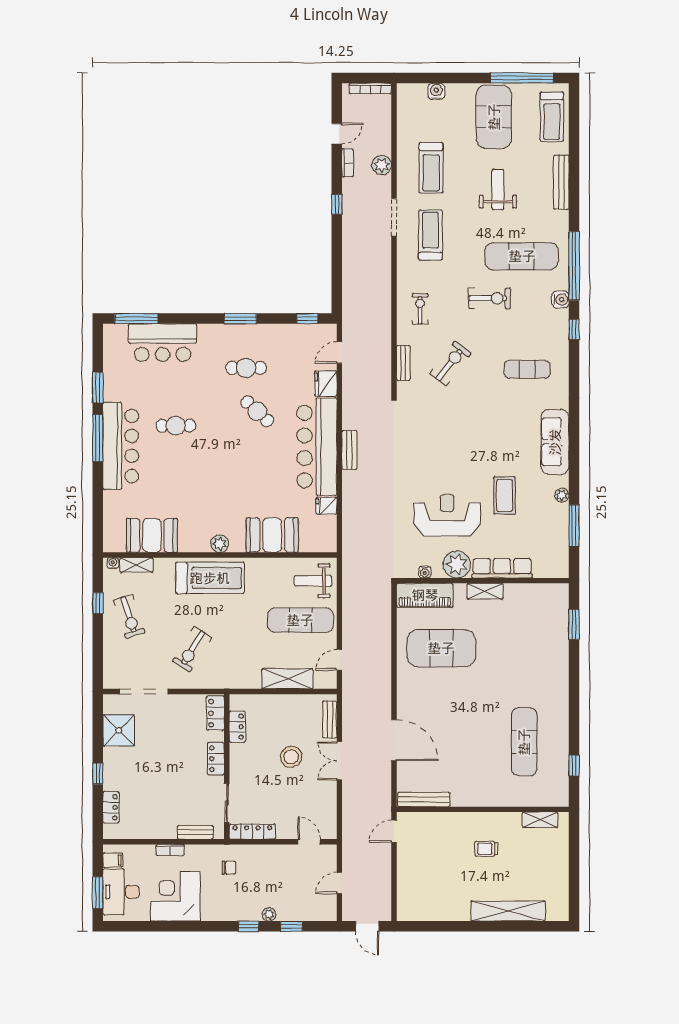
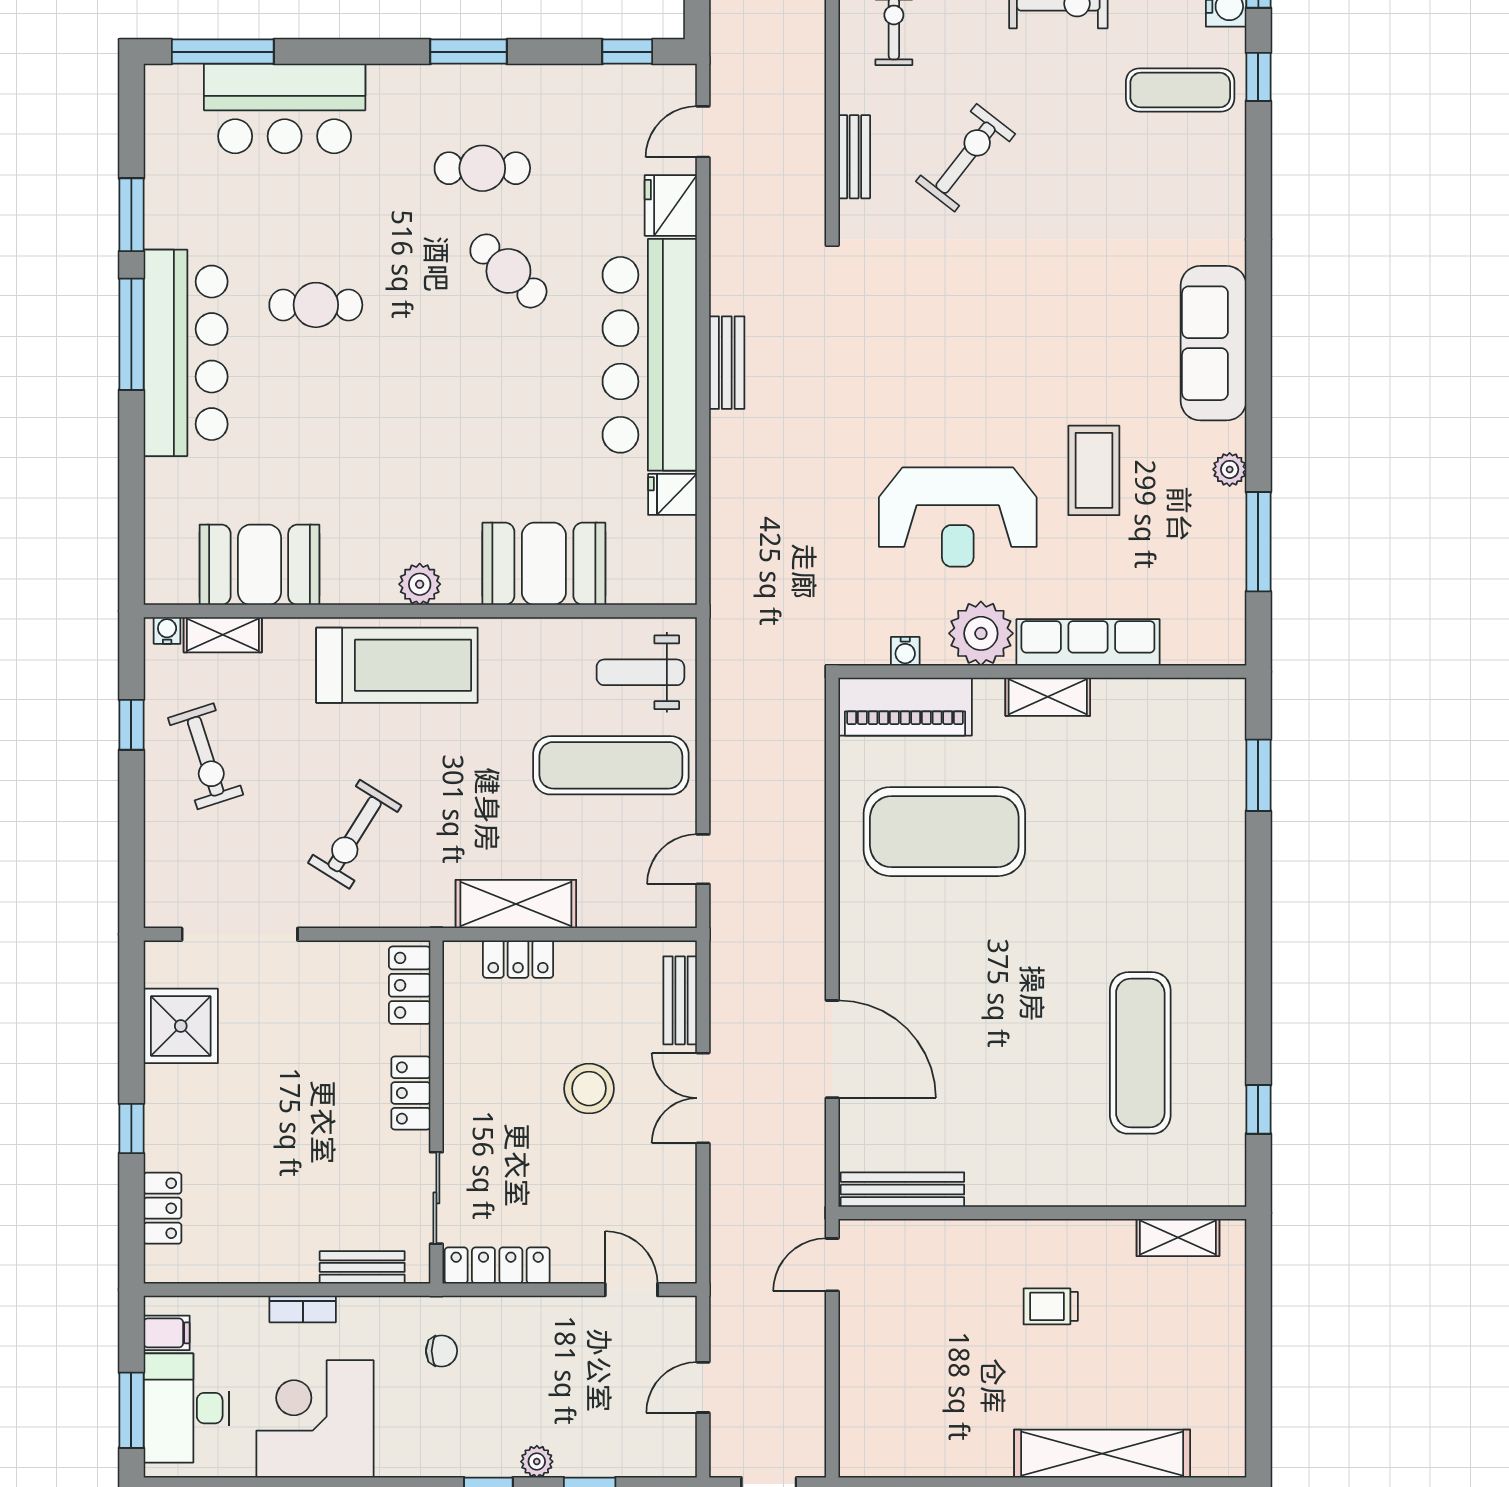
exercise mat: (527, 369) -> (1180, 90), moved
reception desk: (447, 515) -> (958, 517), turned 180
shelving: (287, 679) -> (516, 904), moved
locker: (237, 727) -> (518, 959), moved, turned 90

